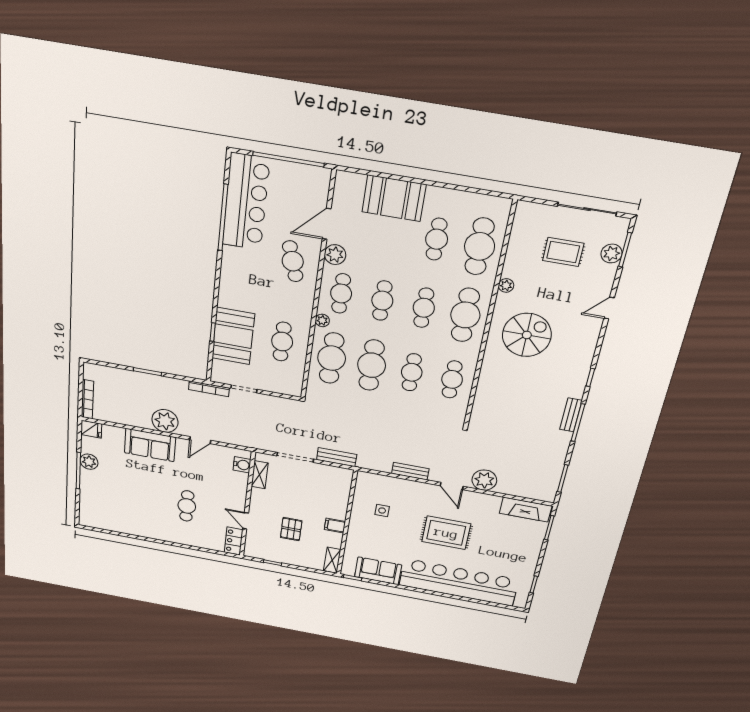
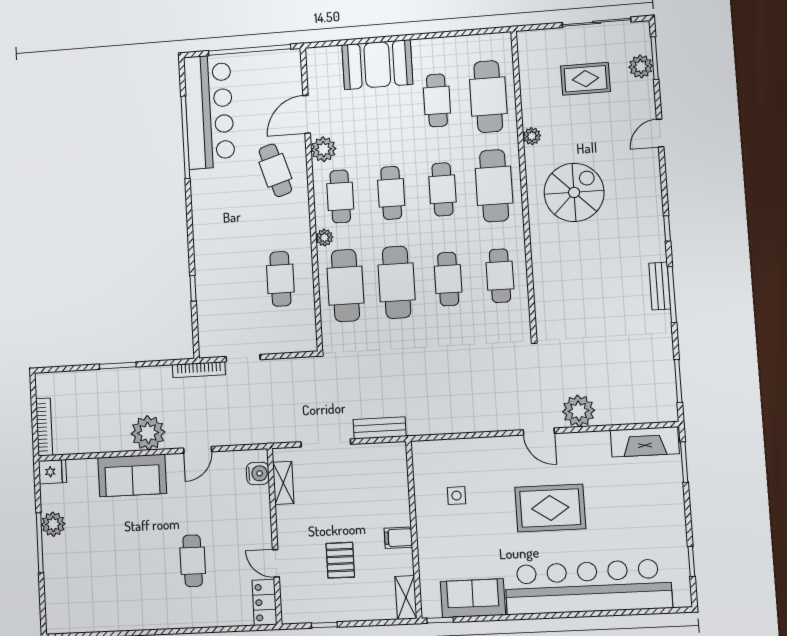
booth: (233, 336) -> (219, 287), removed
bench: (410, 471) -> (480, 423), removed

